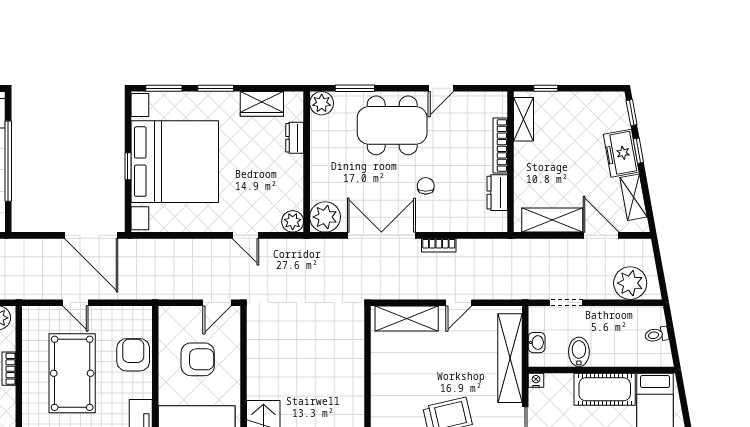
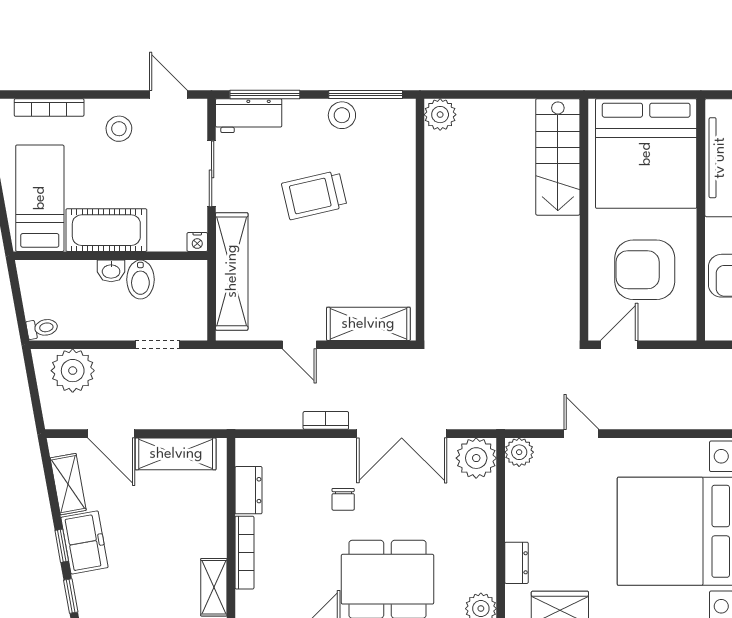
door: (459, 303) -> (299, 345), swing flipped
toilet: (657, 335) -> (42, 328), moved
washbasin: (537, 343) -> (111, 271), moved, turned -90
armchair: (198, 359) -> (645, 270), width x1.36, depth x1.36

